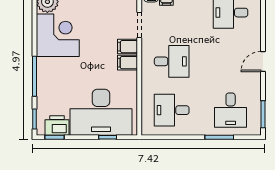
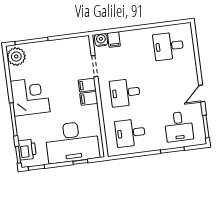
corner desk: (58, 35) -> (30, 96), moved
desk: (172, 61) -> (125, 93), turned 180
door: (263, 61) -> (202, 94), moved
printer: (57, 126) -> (27, 150), moved, turned 90

